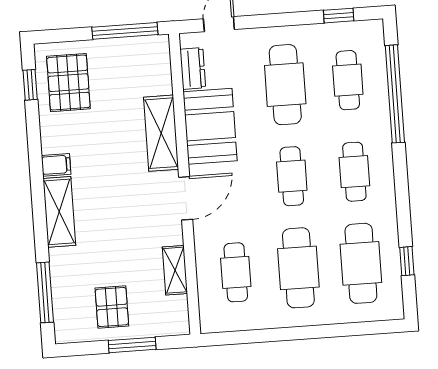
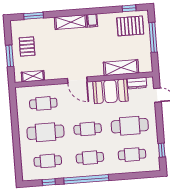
window: (125, 31) -> (153, 37), moved
window: (395, 94) -> (86, 179), moved
shelving: (161, 133) -> (121, 68), moved
cafe table: (361, 263) -> (48, 161), width x0.73, depth x0.74
shelving: (175, 270) -> (33, 76), moved
window: (45, 292) -> (34, 16), width x0.69
pallet: (112, 307) -> (27, 47), turned 90

